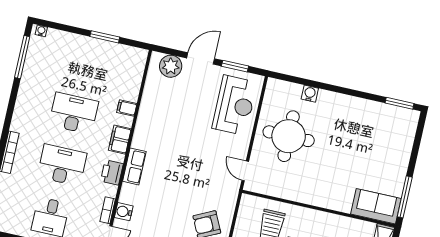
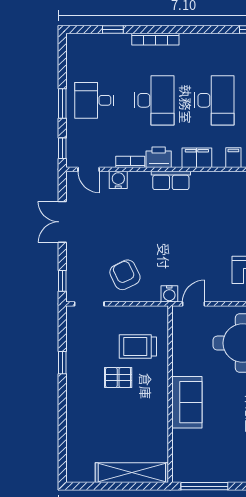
water cooler: (232, 190) -> (169, 294), added
sofa: (376, 206) -> (187, 402), moved
bookcase: (108, 210) -> (130, 162), moved

